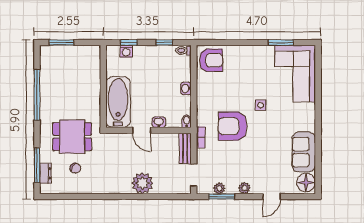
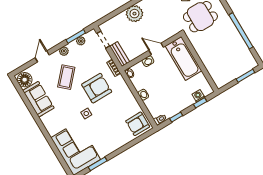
coffee table: (259, 158) -> (66, 77), added

